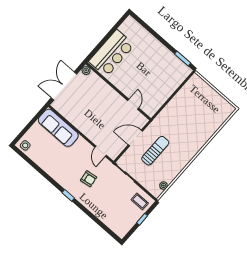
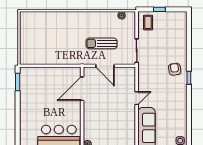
door: (133, 104) -> (82, 89), width x1.88
door: (101, 151) -> (137, 98), moved
armchair: (89, 179) -> (175, 69), moved

